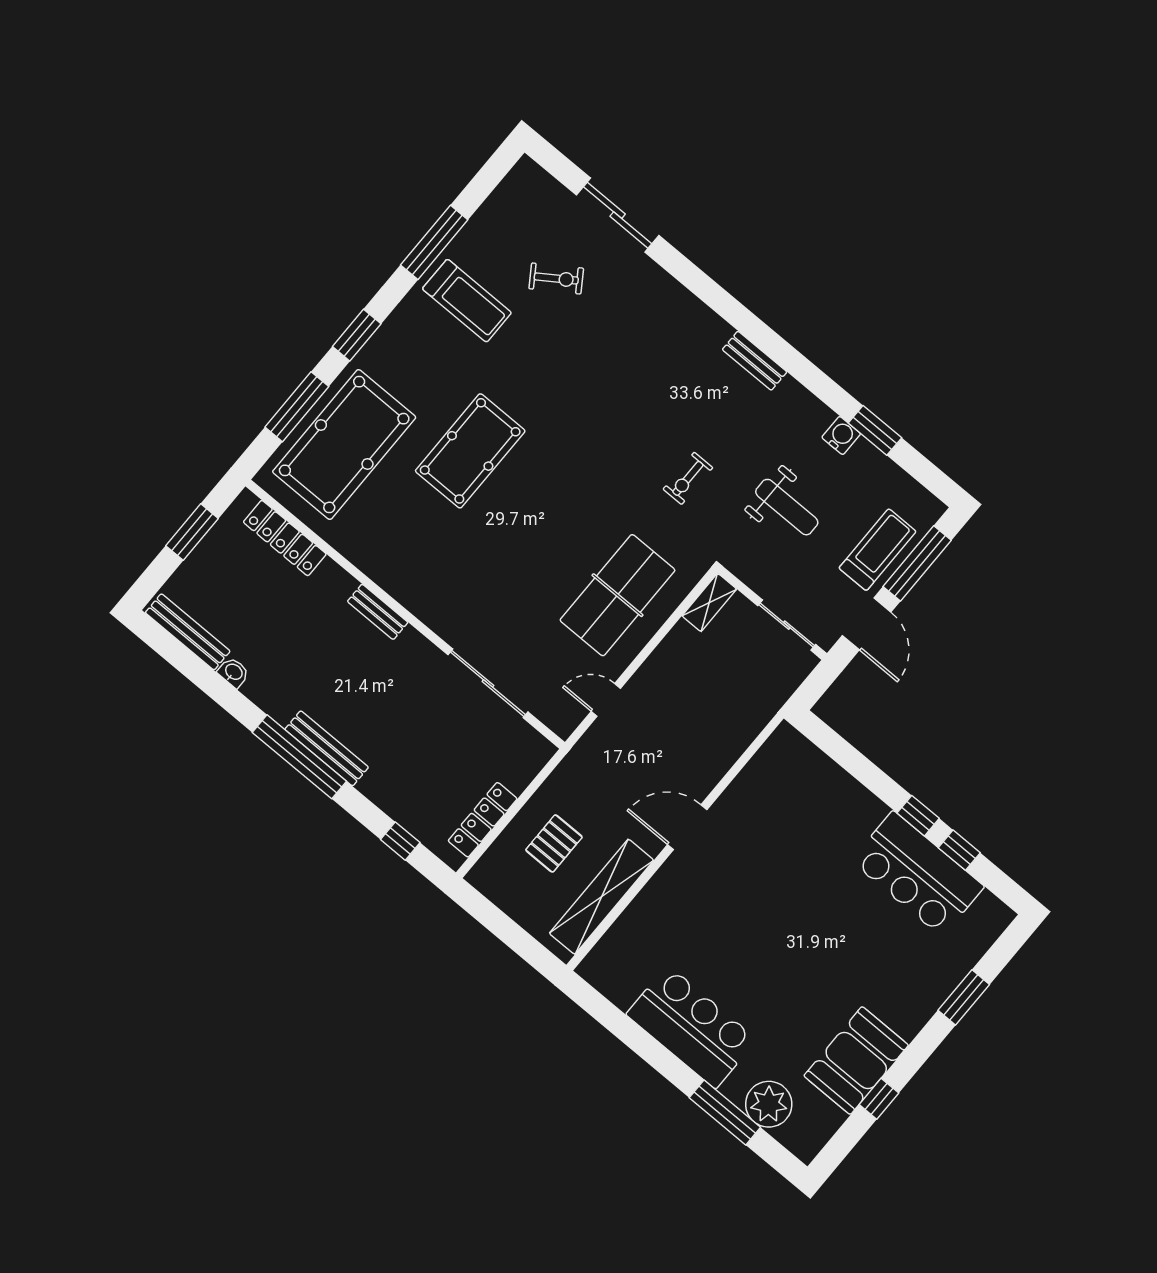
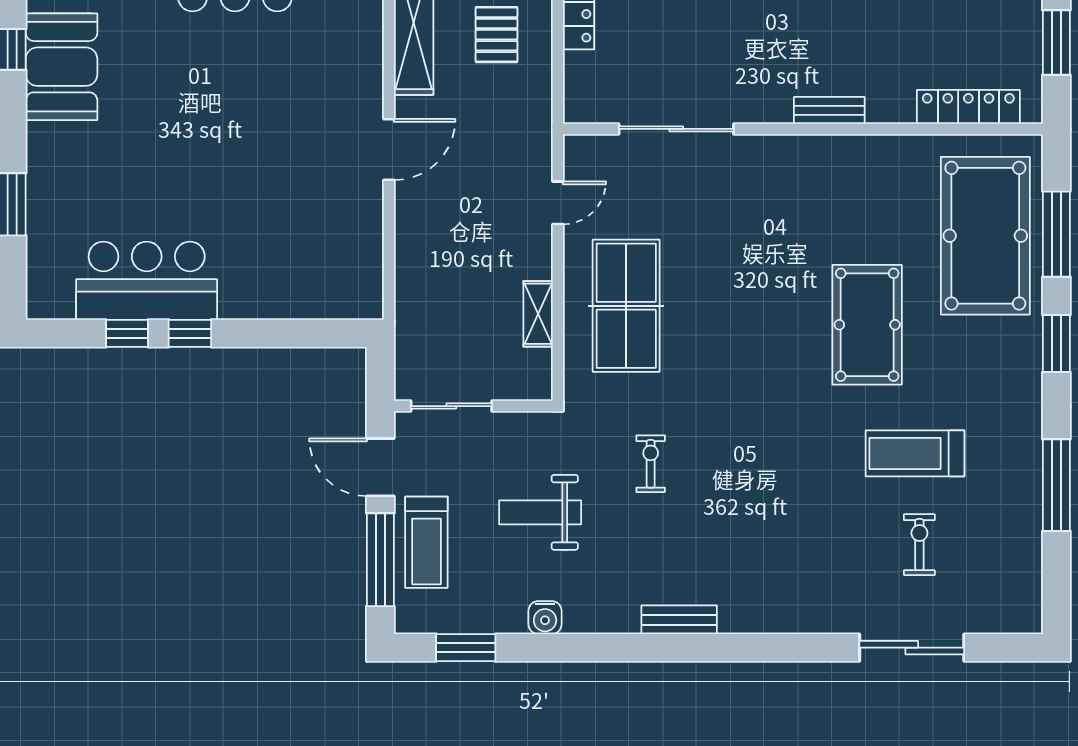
exercise bike: (556, 278) -> (919, 545), turned 124
treadmill: (467, 301) -> (915, 453), moved
window: (875, 430) -> (466, 648), moved
shelving: (709, 602) -> (538, 314), moved

